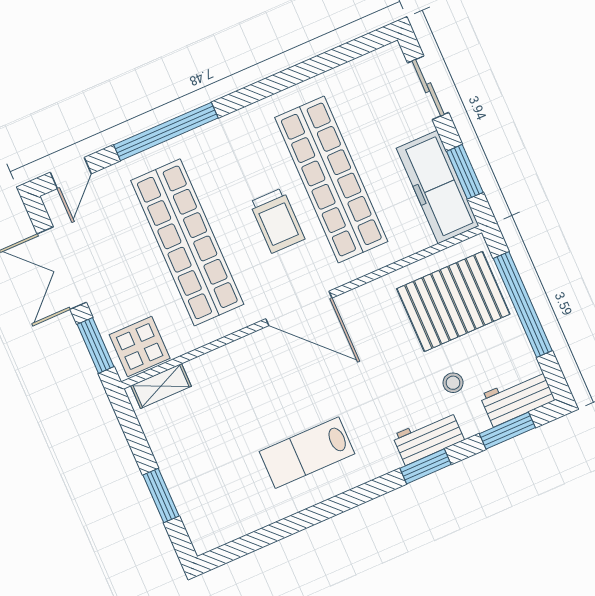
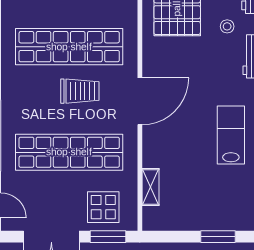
display table: (140, 346) -> (103, 207), moved
shelving: (161, 386) -> (151, 187), moved
lab bench: (307, 453) -> (231, 135), turned 180

